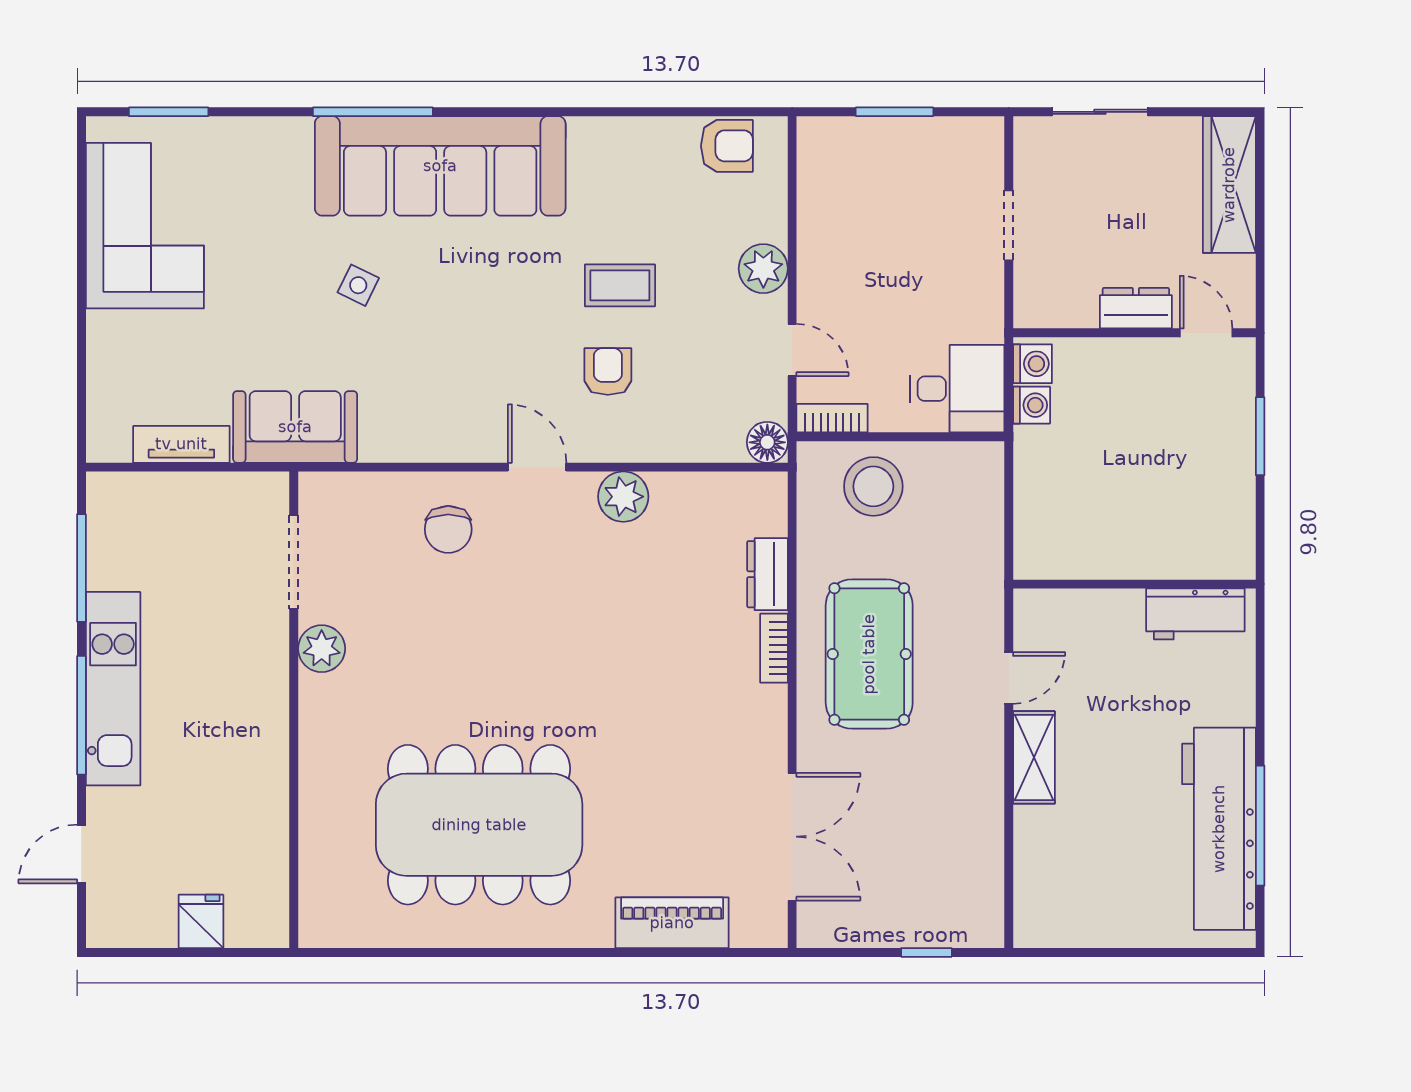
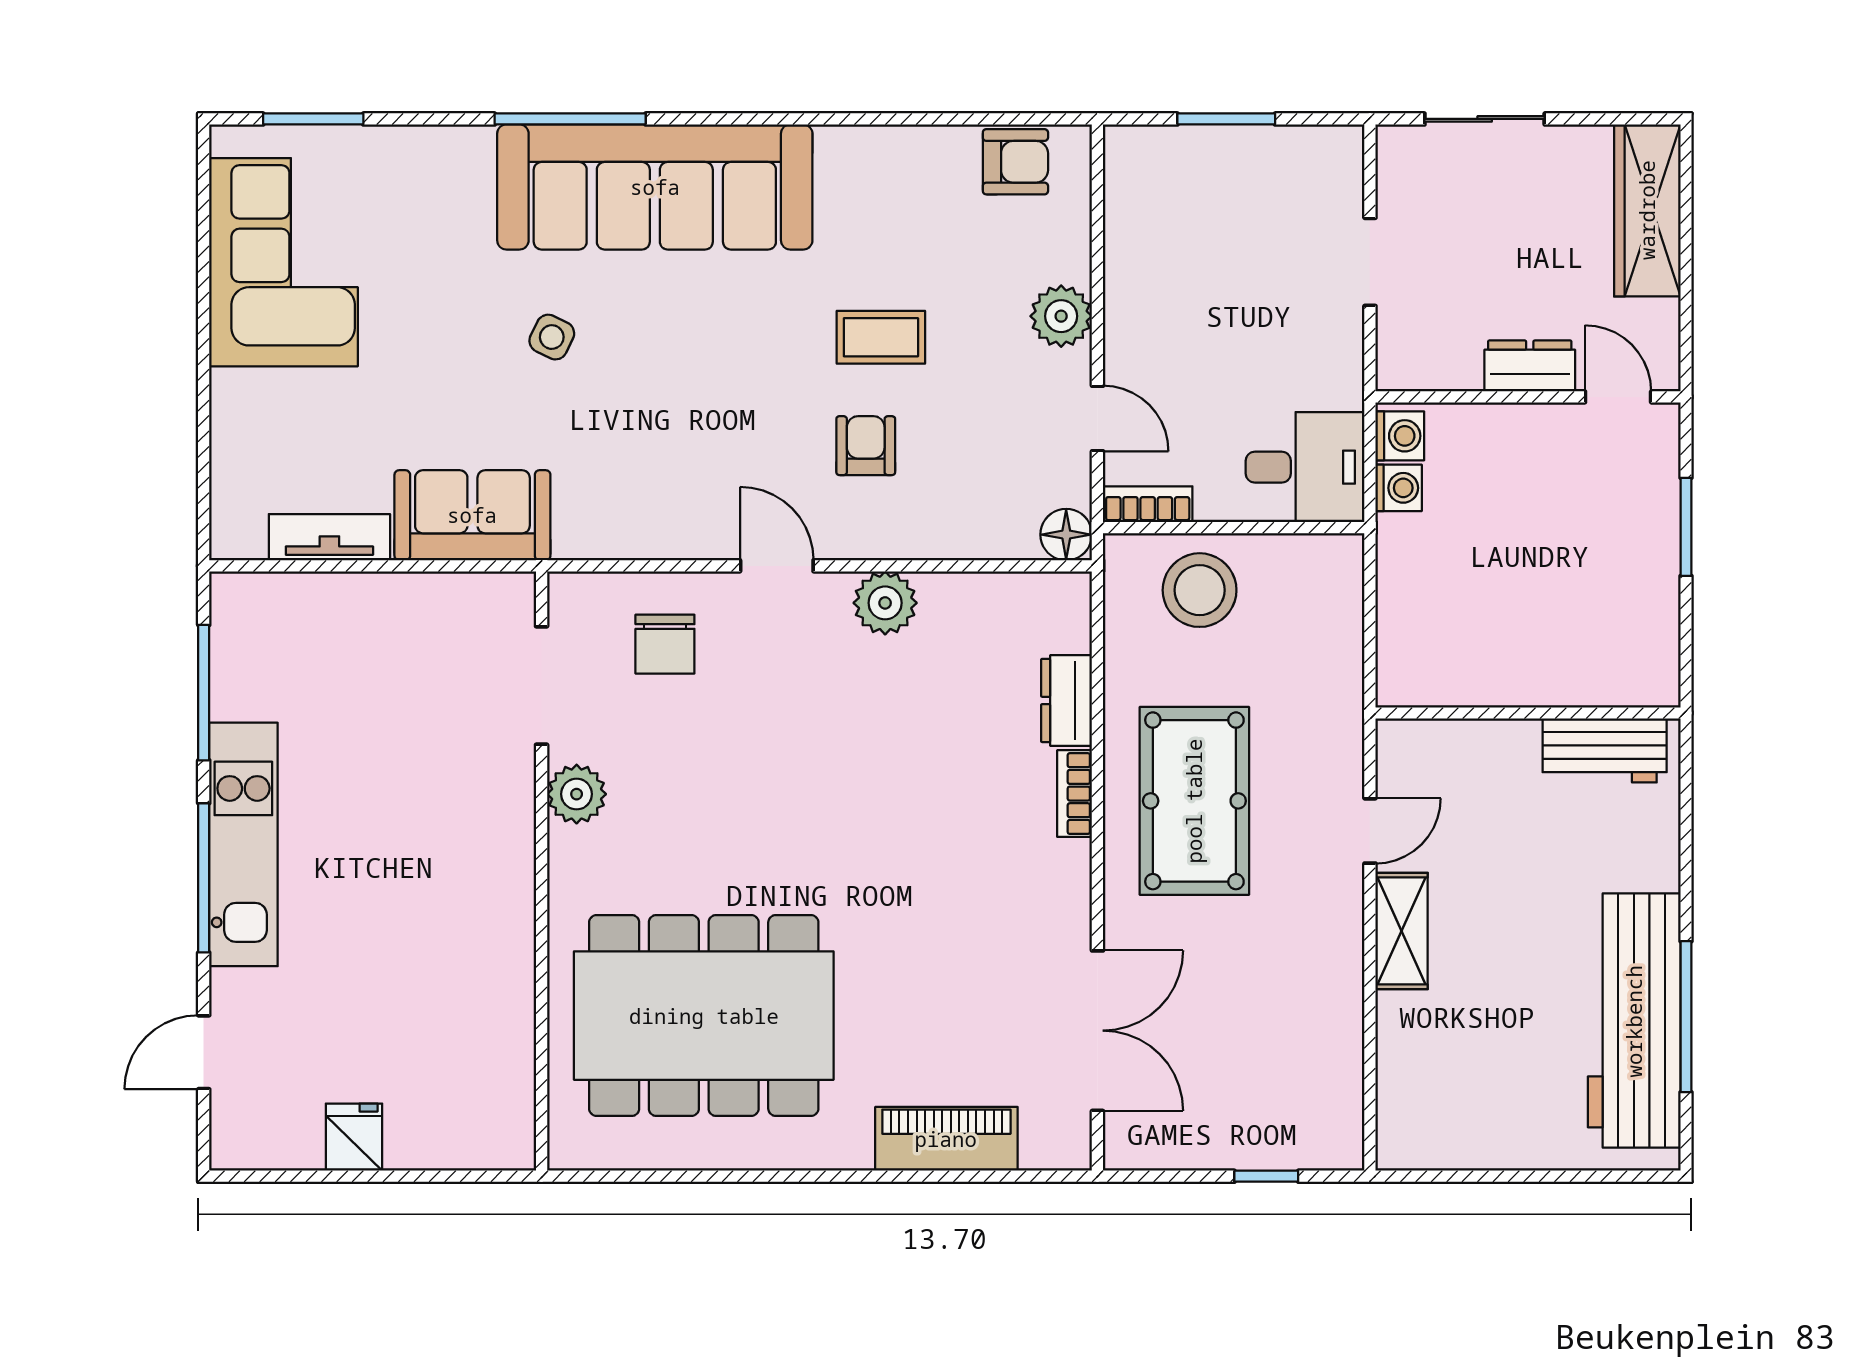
doorway: (294, 562) -> (542, 685), moved
plant: (322, 649) -> (577, 794), moved
wall: (294, 710) -> (542, 871), moved

